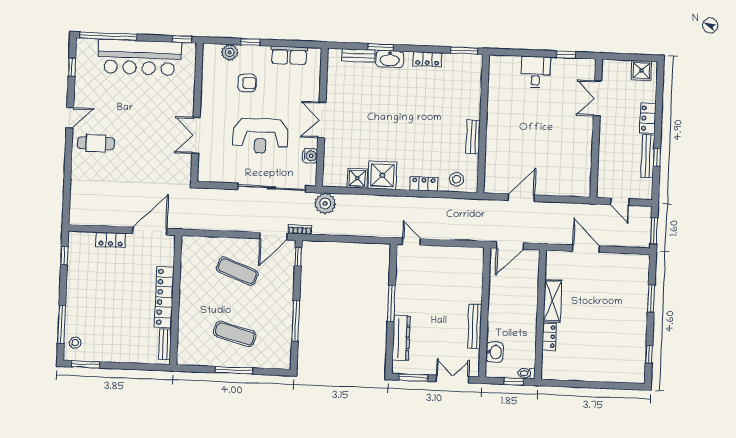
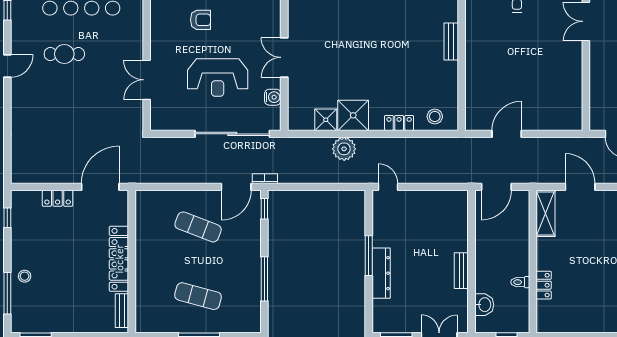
bench: (473, 137) -> (451, 42), moved
cafe table: (96, 143) -> (64, 54), moved
plant: (325, 203) -> (344, 149), moved
shelving: (552, 301) -> (545, 213), moved
bench: (475, 326) -> (461, 271), width x0.73
dresser: (401, 338) -> (381, 273), moved
stool: (75, 343) -> (25, 276), moved
toilet: (527, 373) -> (520, 282), moved

